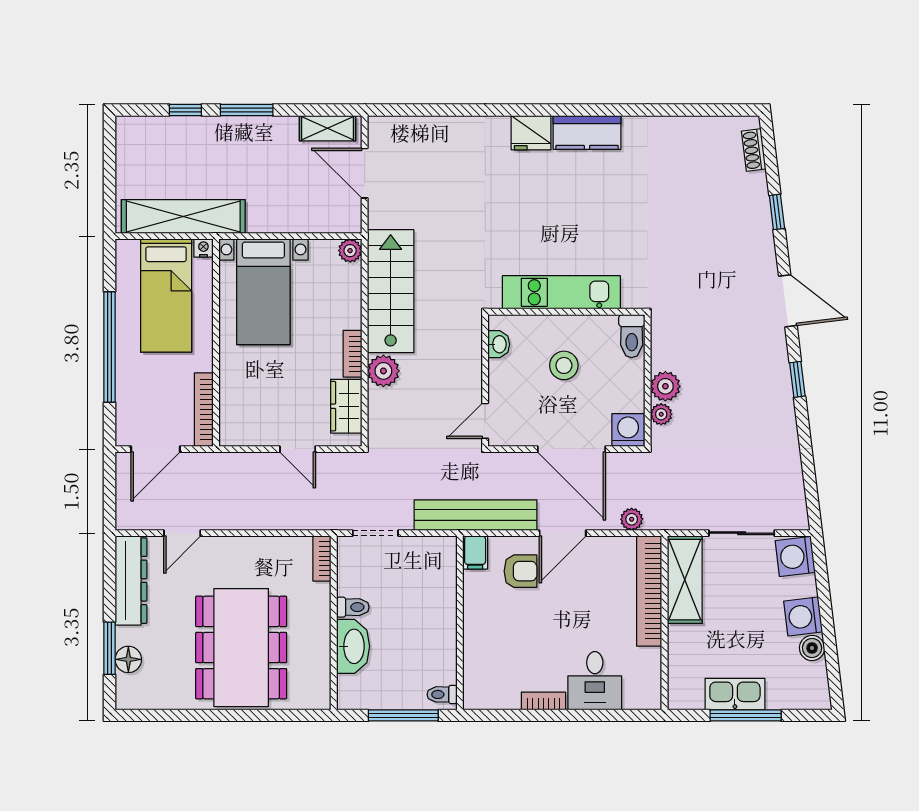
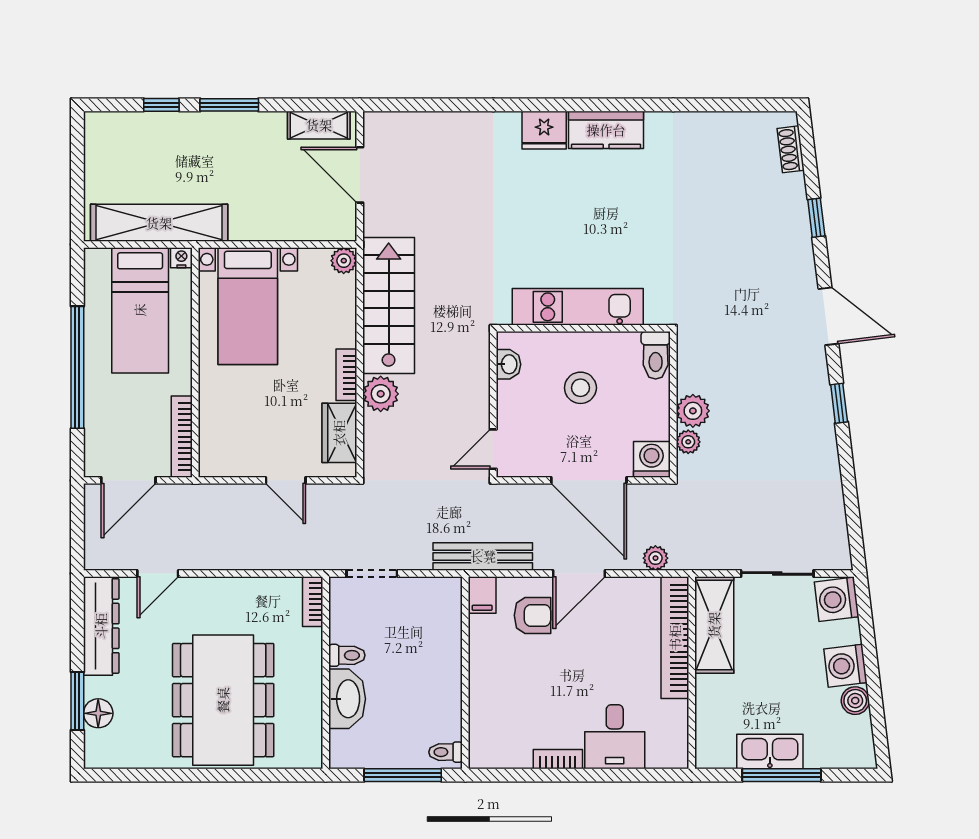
bench: (476, 515) -> (483, 556), width x0.73, depth x0.82

